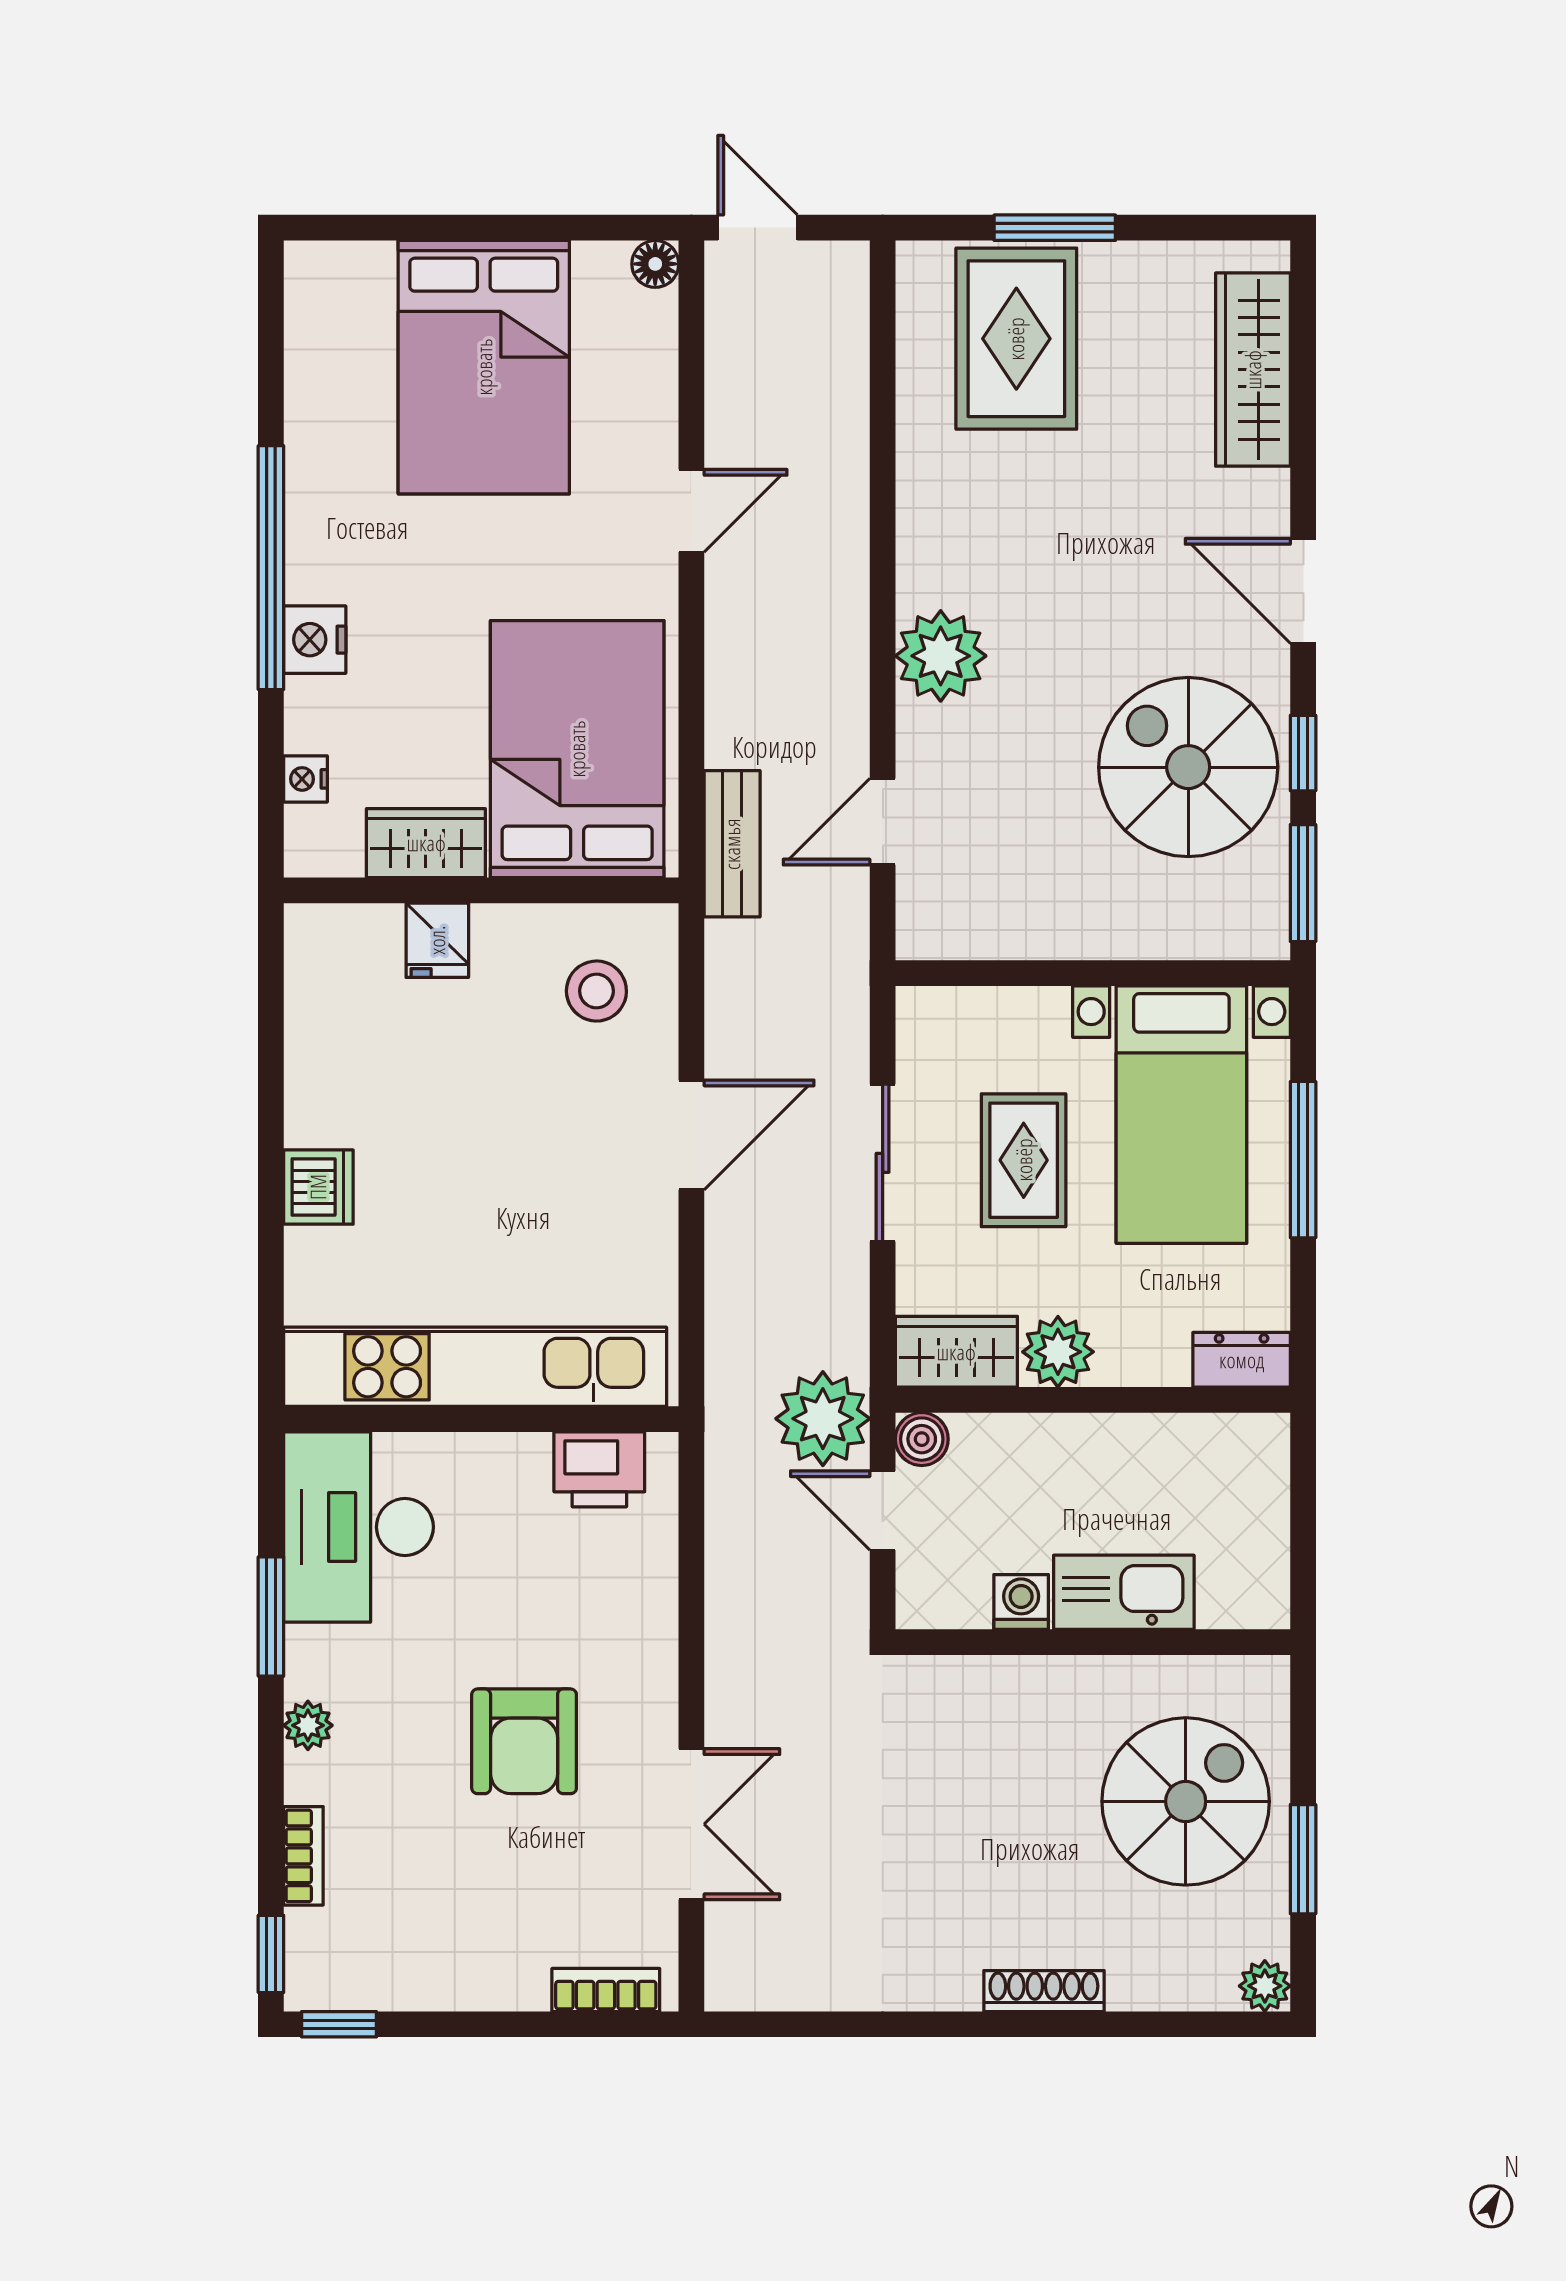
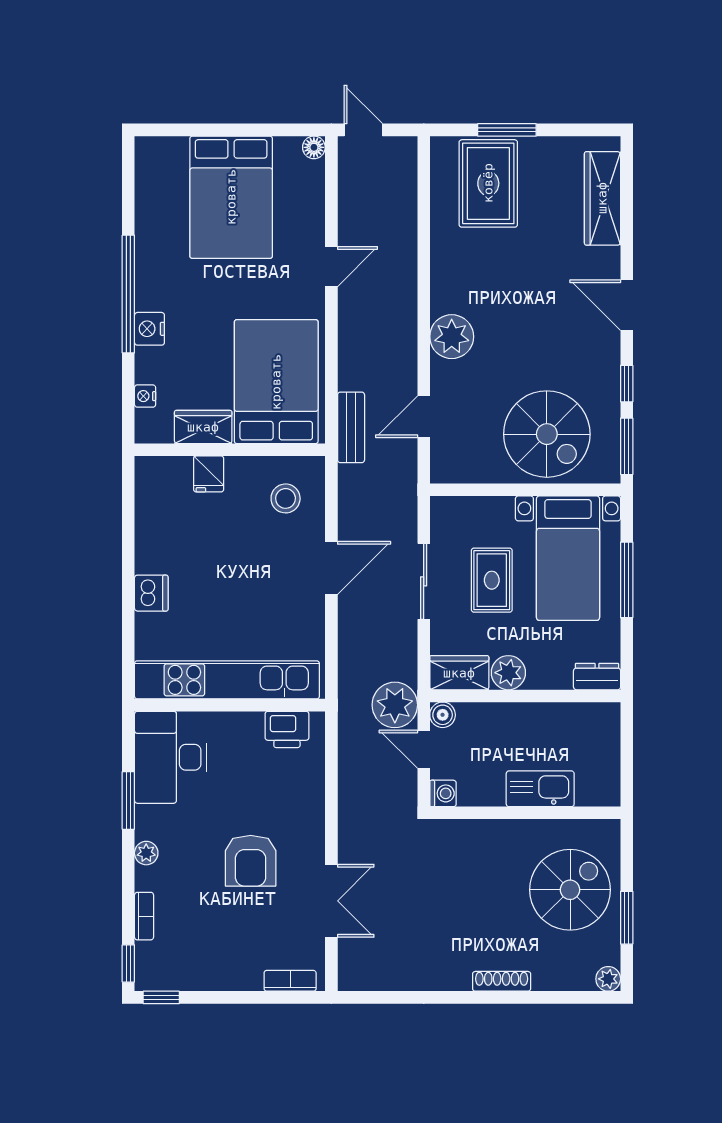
spiral stairs: (1188, 767) -> (547, 434), moved, turned 180
washing machine: (1021, 1602) -> (443, 793), moved, turned 90

